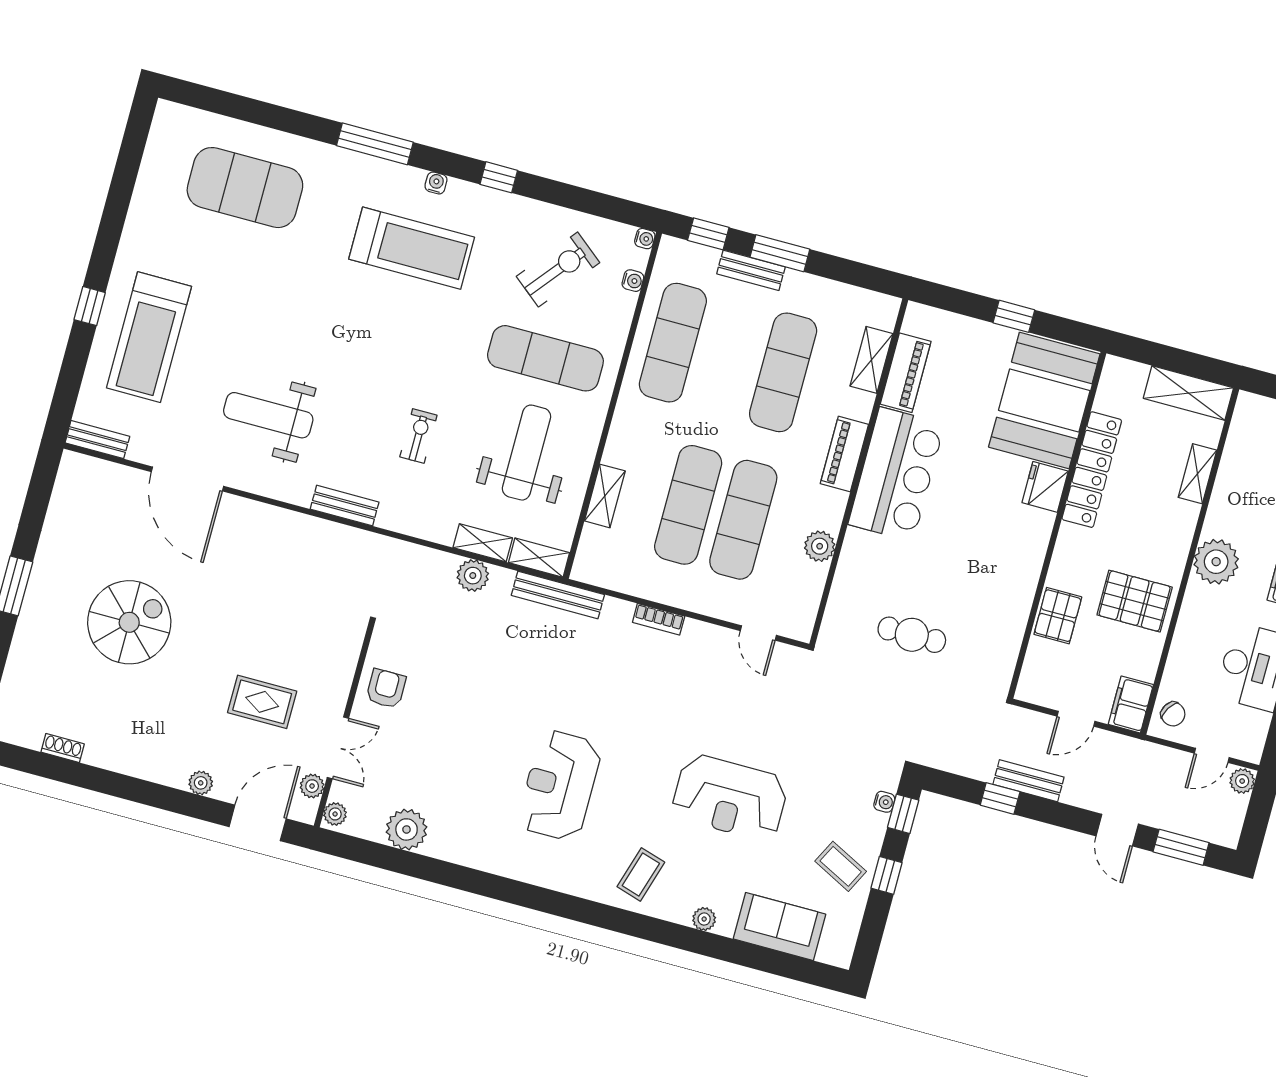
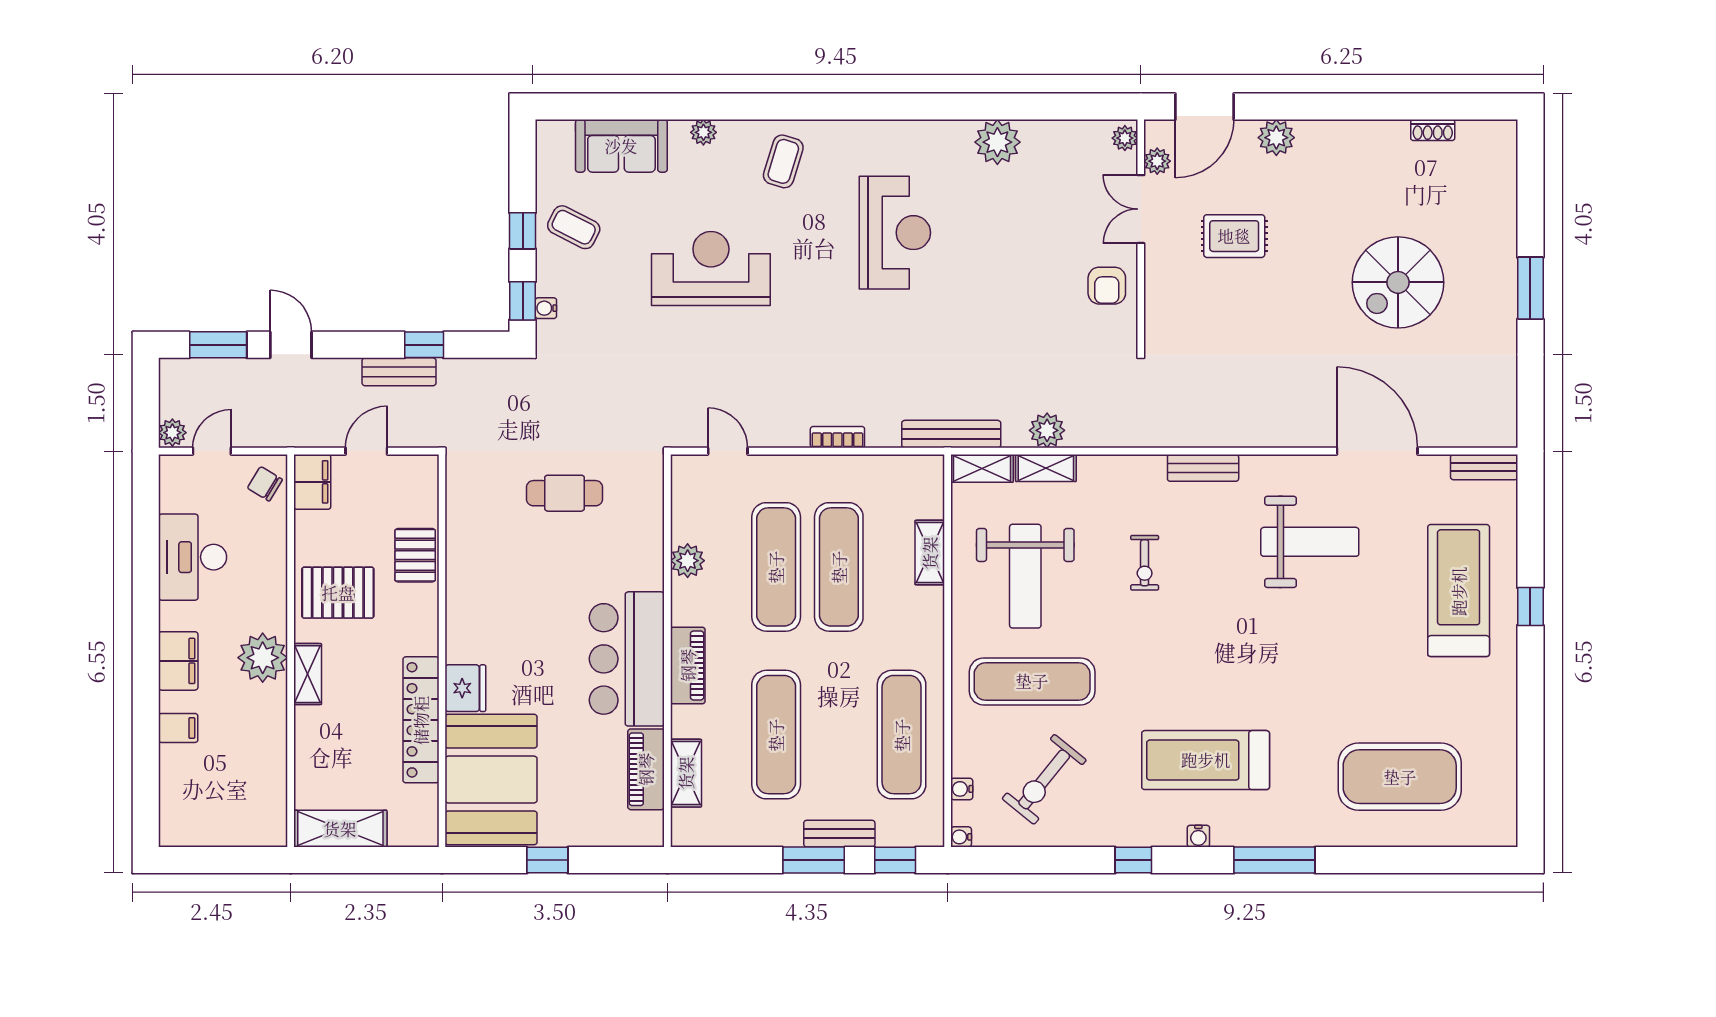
shelving: (1197, 474) -> (308, 674), moved
plant: (201, 783) -> (1276, 138), width x1.38, depth x1.38
plant: (407, 829) -> (997, 142), moved

